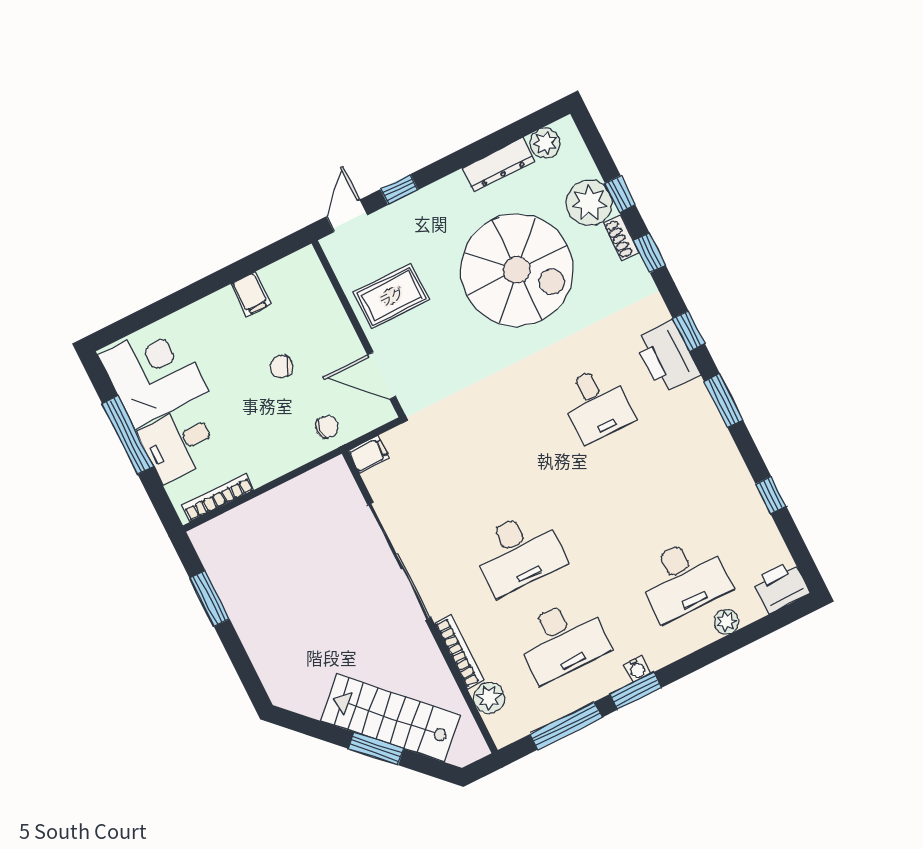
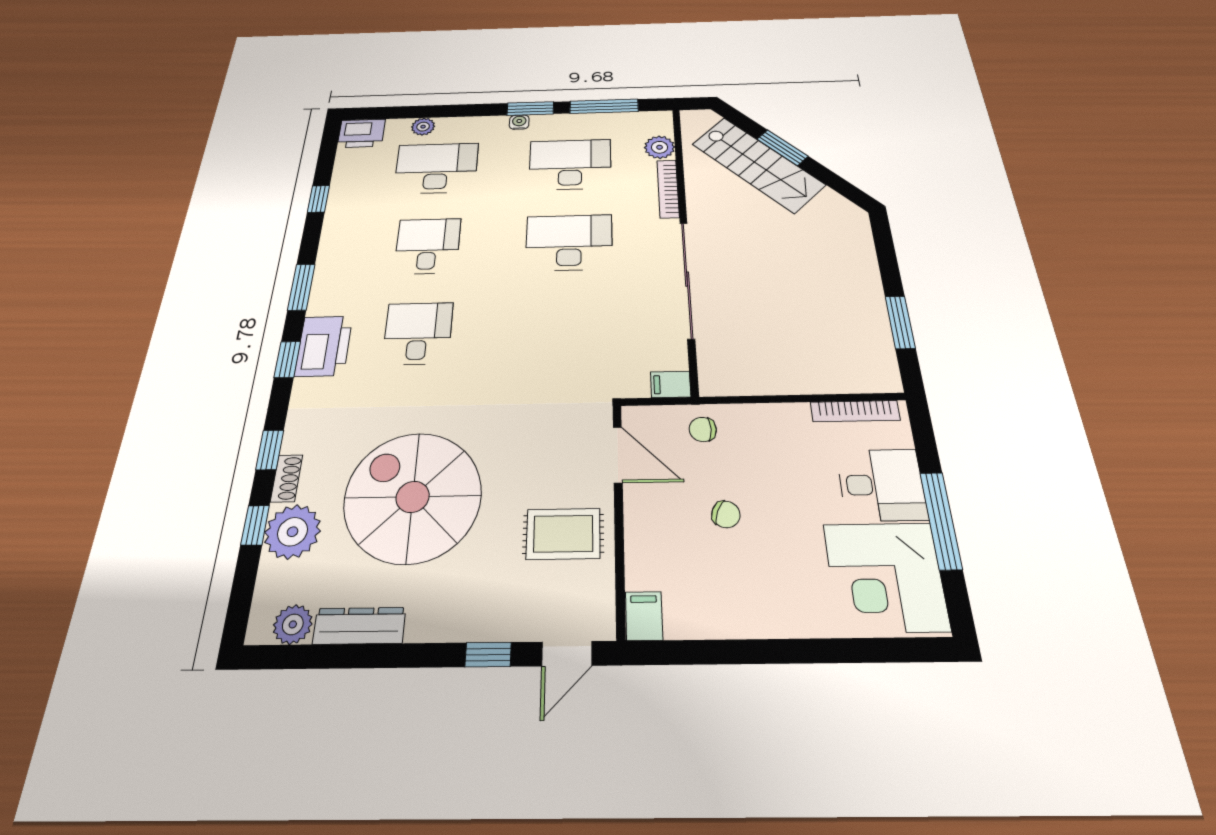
filing cabinet: (251, 294) -> (644, 616), moved
desk: (640, 492) -> (428, 246), added

